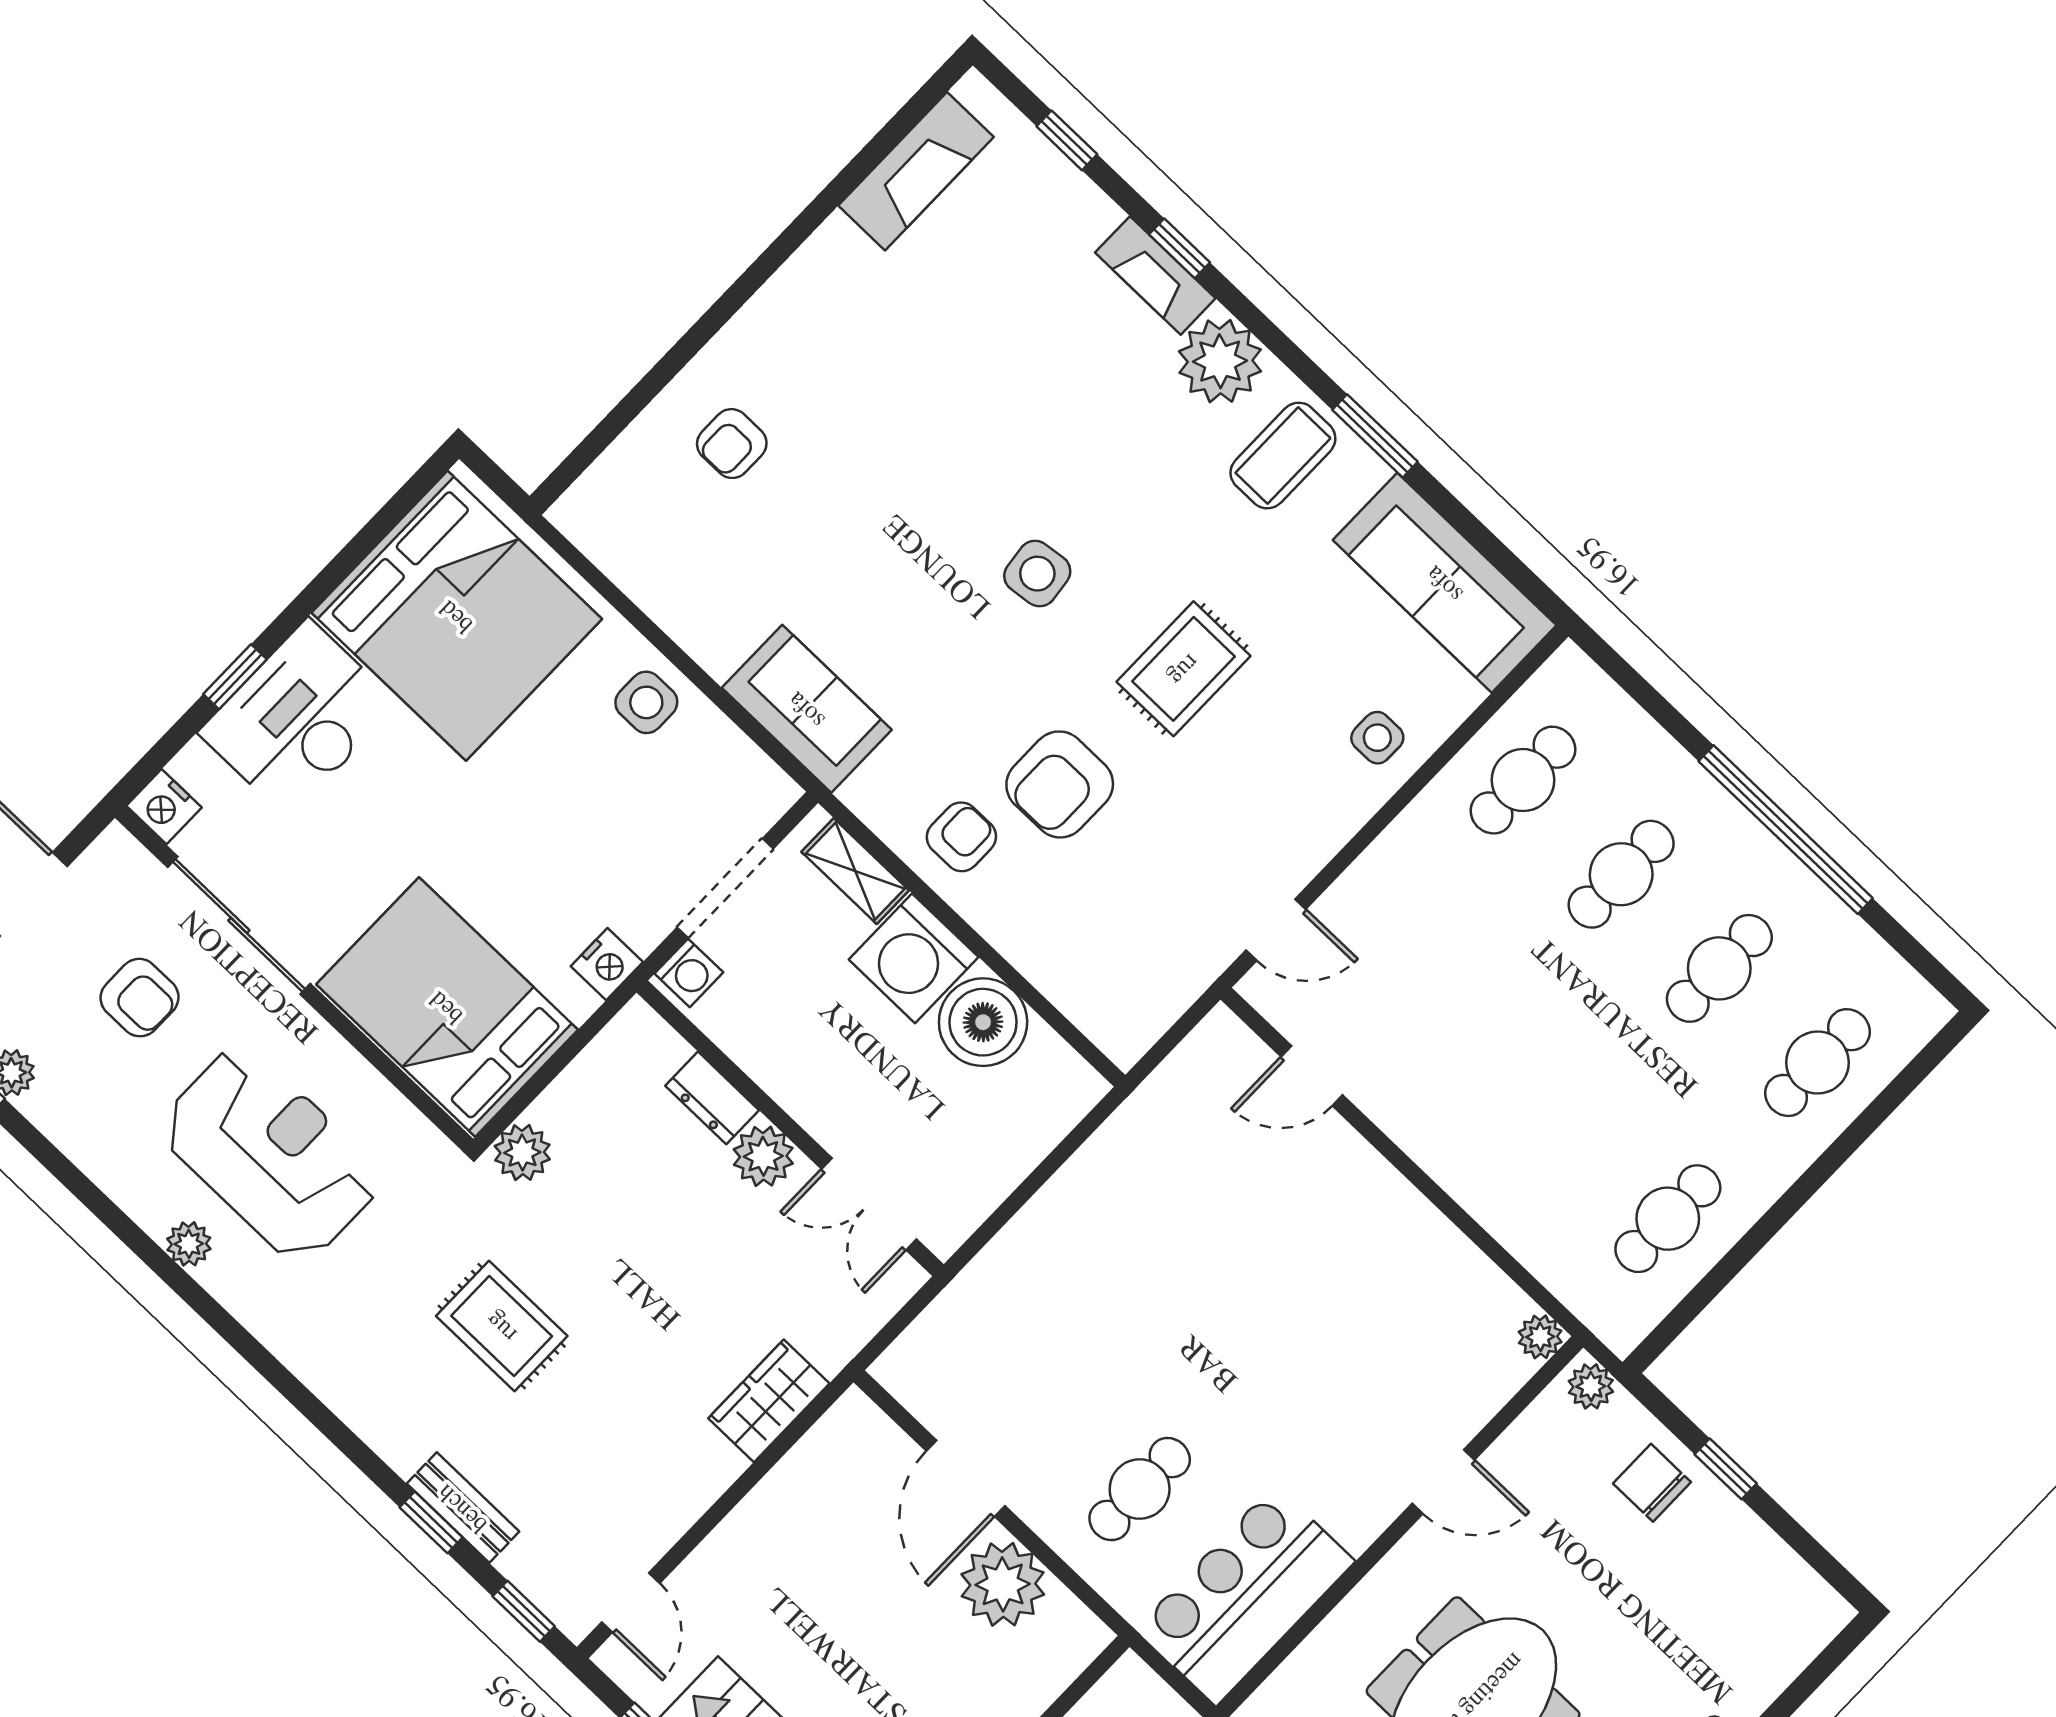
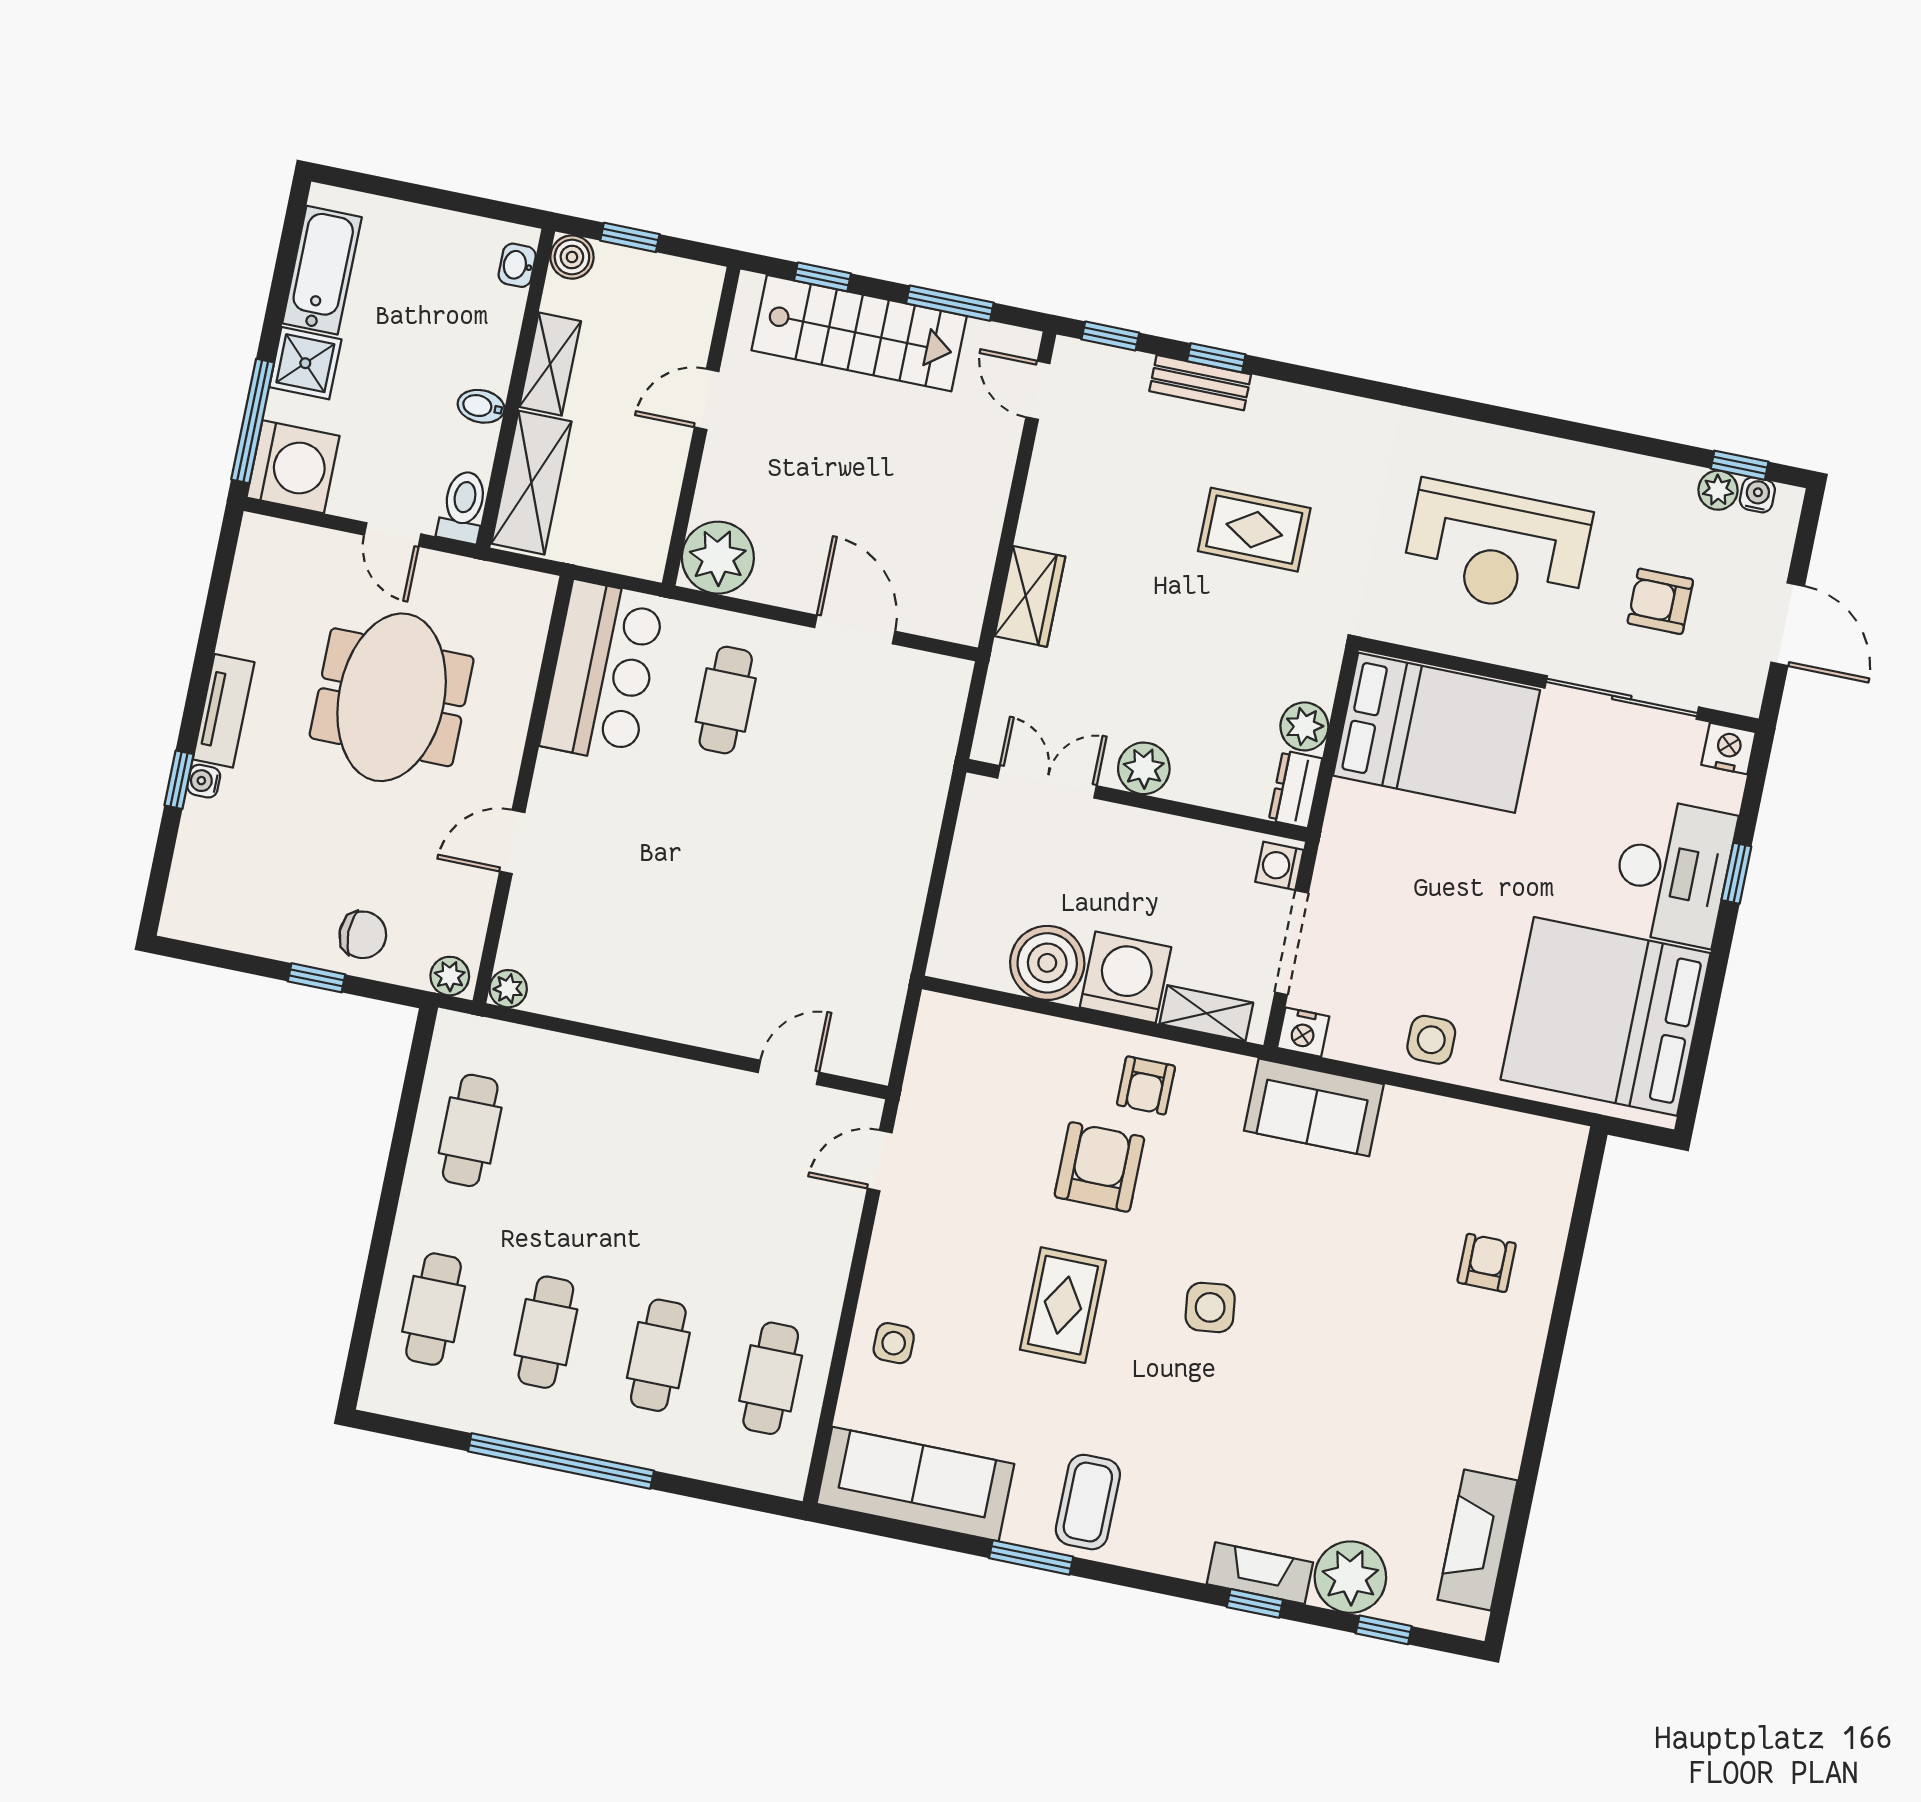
plant: (1220, 361) -> (1350, 1577), moved
nightstand: (607, 964) -> (1303, 1032), moved, turned -90
dresser: (712, 1098) -> (1295, 789), moved, turned -90
plant: (522, 1153) -> (1304, 726), moved
plant: (189, 1244) -> (1514, 448), removed
plant: (1003, 1584) -> (718, 558), moved

